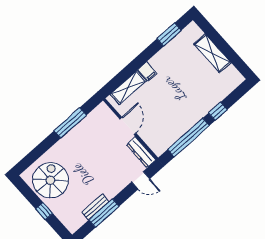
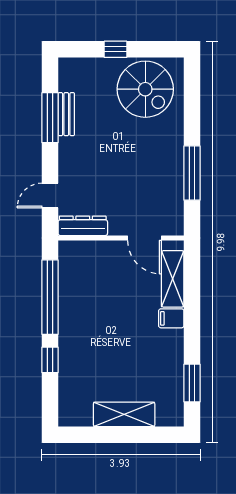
door: (128, 126) -> (144, 238), moved

